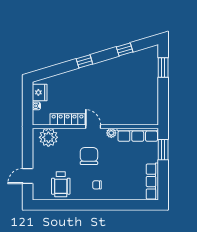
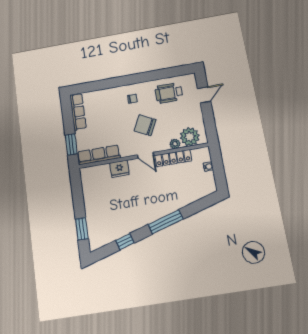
window: (84, 61) -> (166, 222), width x2.17
fridge: (40, 92) -> (119, 169), moved, turned -90
plant: (111, 133) -> (175, 144), moved
chair: (89, 156) -> (145, 125), turned 117
wheelchair: (61, 184) -> (169, 93), turned -90

